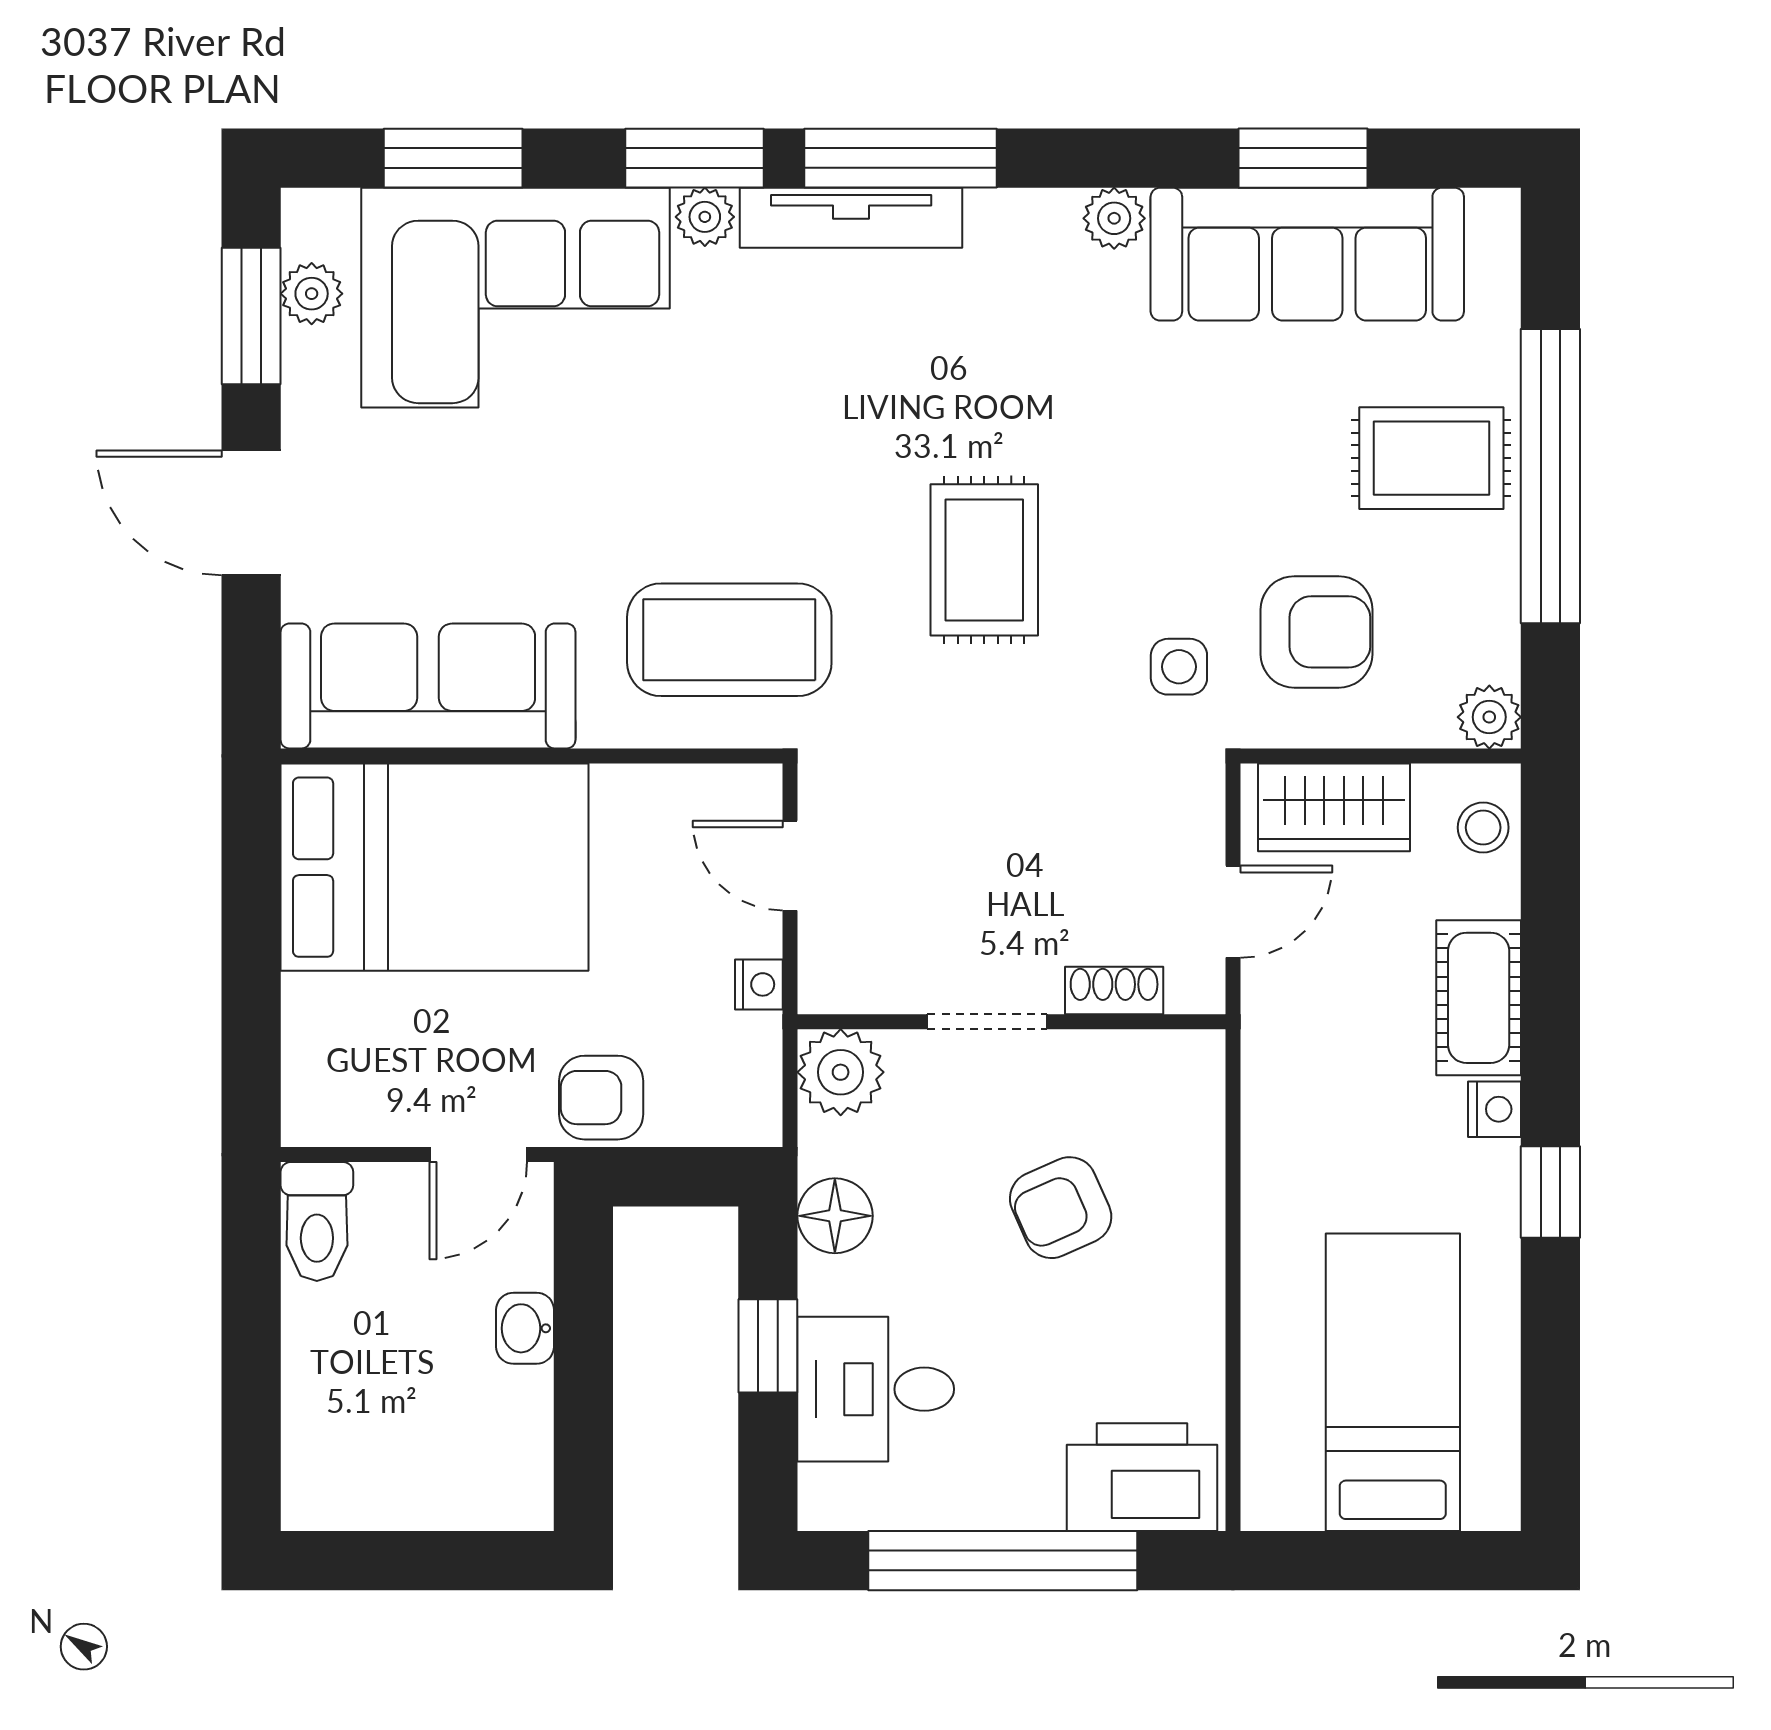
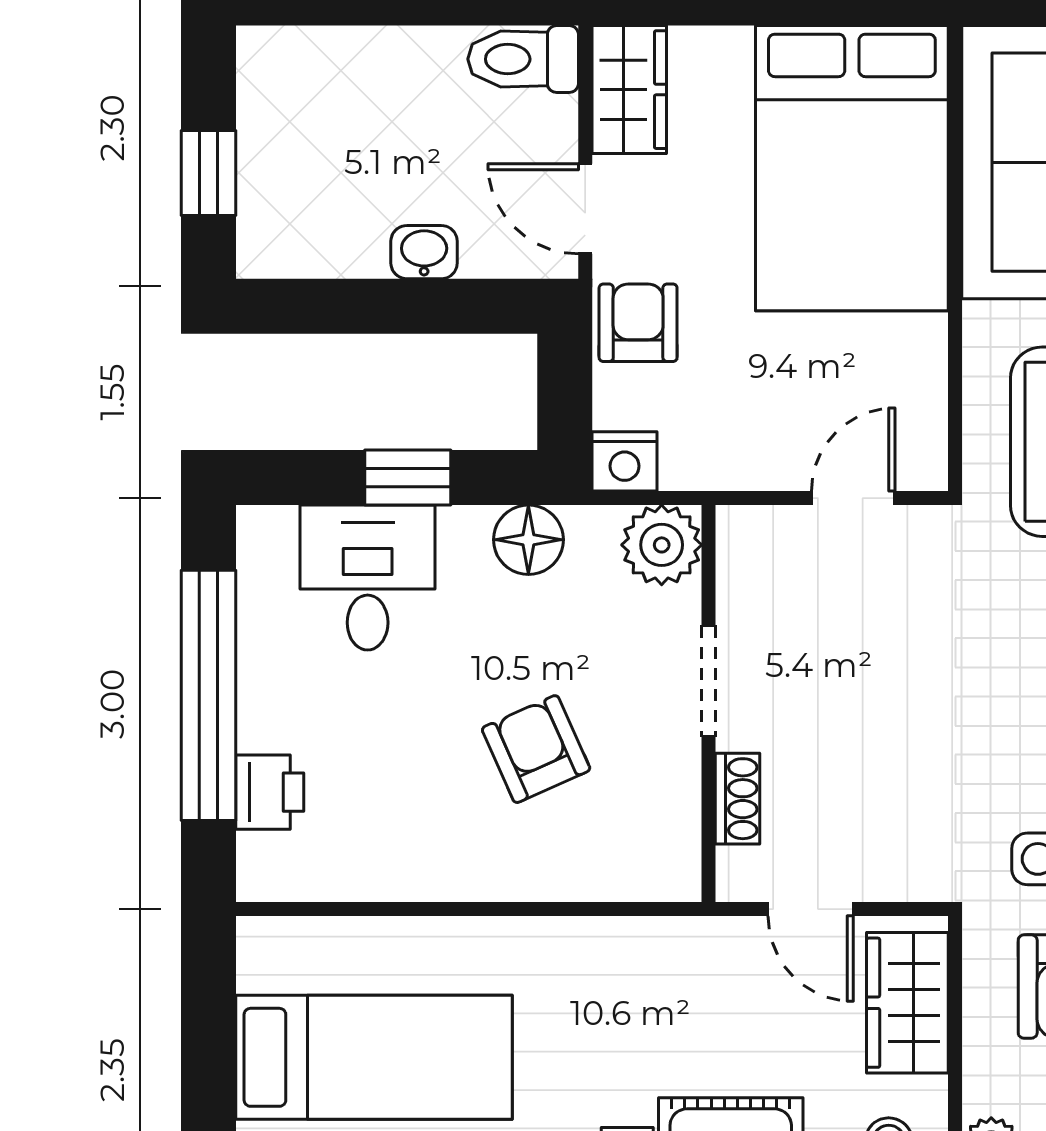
nightstand: (759, 984) -> (625, 461), moved, width x1.39, depth x1.35
wardrobe: (350, 1107) -> (629, 90), added
printer: (1142, 1477) -> (270, 792), width x0.53, depth x0.68
window: (440, 1561) -> (209, 173), added

